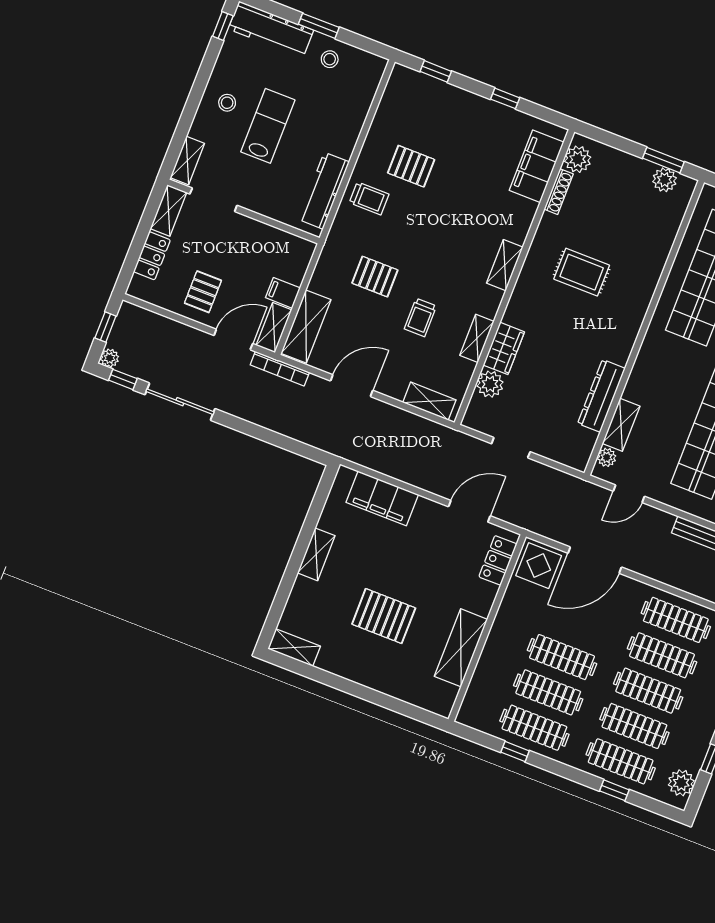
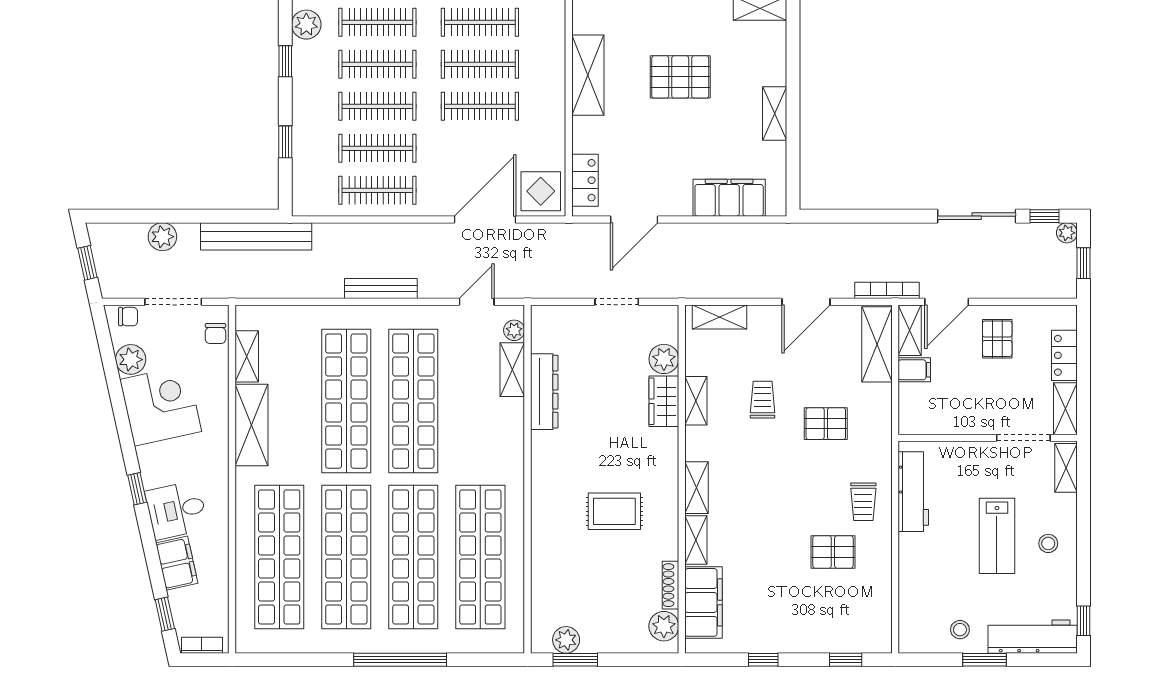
trolley: (369, 198) -> (863, 502), turned -90
shelving: (523, 221) -> (696, 540), added

